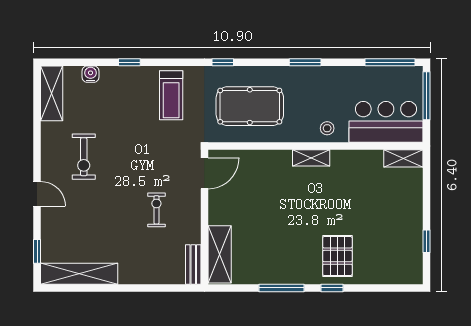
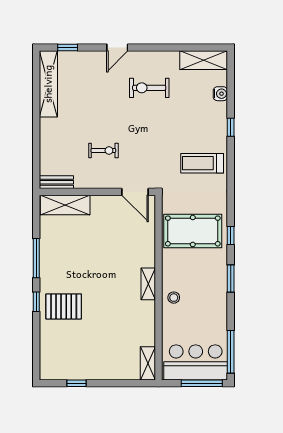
window: (223, 62) -> (231, 236), moved
pool table: (250, 106) -> (193, 231), turned 90
bar counter: (386, 122) -> (196, 362), moved, turned -90

